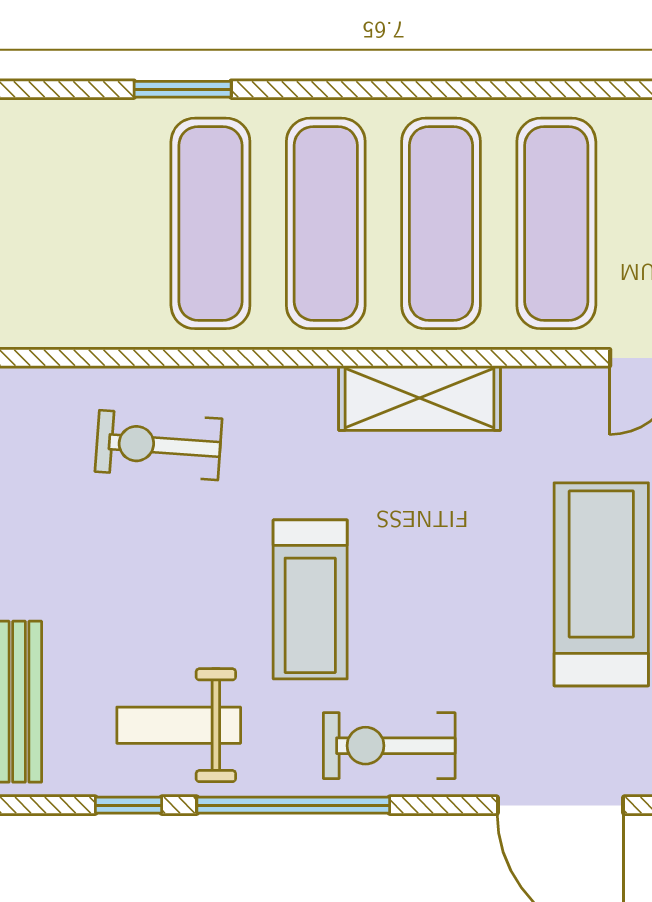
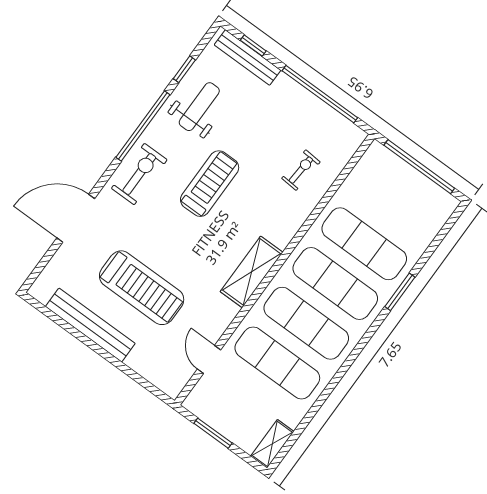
window: (183, 89) -> (400, 292), moved
exercise bike: (159, 445) -> (301, 170), width x0.73, depth x0.72
treadmill: (310, 599) -> (210, 184), turned 90

